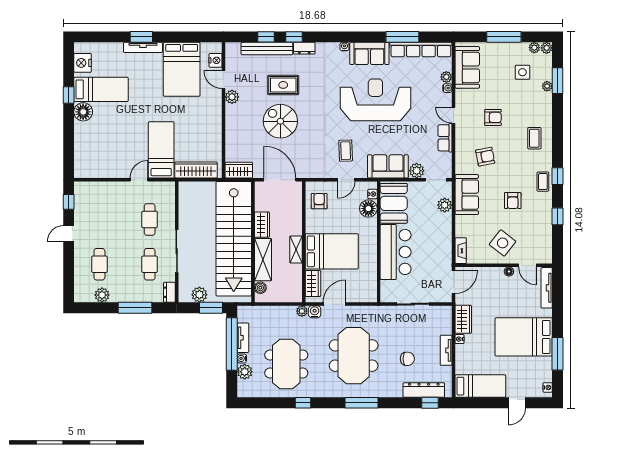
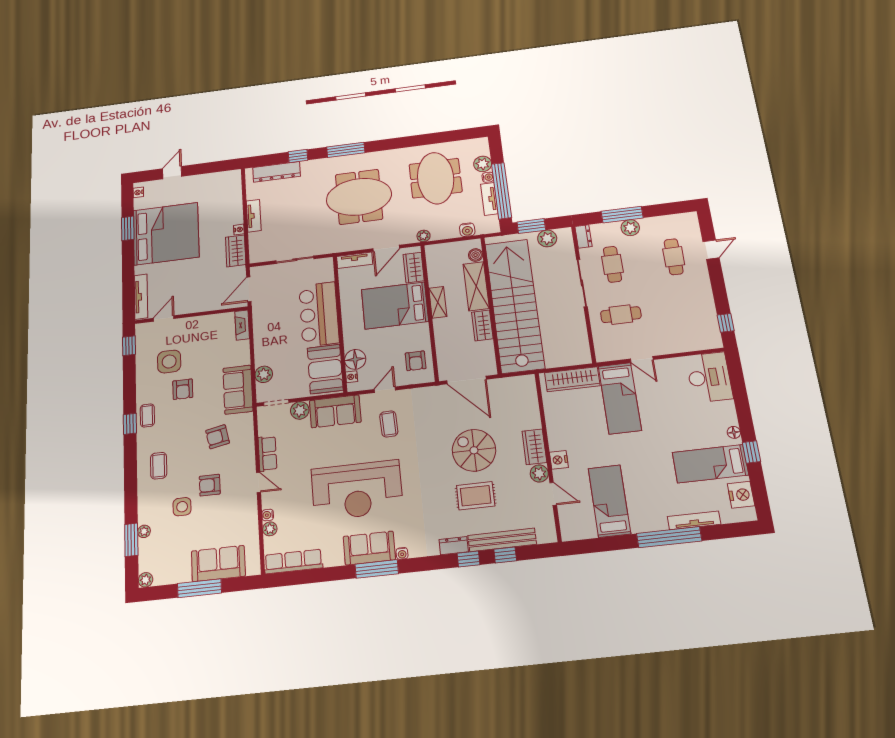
window: (141, 37) -> (669, 537), width x2.11
window: (402, 37) -> (377, 569), moved
tv unit: (143, 47) -> (694, 520), moved
plant: (534, 48) -> (161, 578), removed
row of seats: (421, 50) -> (293, 561), width x0.73
nightstand: (215, 60) -> (559, 460), moved
sofa: (467, 67) -> (218, 564), moved, turned 90
bed: (182, 69) -> (609, 501), width x0.67
side table: (522, 72) -> (182, 507), moved
floor lamp: (83, 112) -> (734, 432), width x0.53, depth x0.53
spiral stairs: (280, 121) -> (474, 450), turned 180
desk: (89, 158) -> (709, 377), added
wardrobe: (239, 170) -> (534, 447), moved, turned 90
door: (139, 180) -> (642, 359), hinge flipped
armchair: (513, 201) -> (183, 389), turned 180
window: (558, 216) -> (129, 346), moved
cafe table: (150, 220) -> (621, 315), turned 90
door: (69, 234) -> (711, 250), moved
side table: (503, 243) -> (169, 362), moved, turned -38
door: (527, 265) -> (164, 318), hinge flipped
floor lamp: (509, 271) -> (185, 309), removed
plant: (102, 295) -> (630, 228), moved
tv unit: (362, 297) -> (355, 260), added
water cooler: (315, 312) -> (467, 230), moved
bed: (524, 337) -> (166, 234), width x1.36
window: (558, 354) -> (128, 228), width x0.69
meeting table: (354, 356) -> (359, 197), turned 90
chair: (407, 359) -> (297, 201), removed
bed: (480, 386) -> (213, 184), removed
window: (303, 403) -> (412, 141), removed
window: (430, 403) -> (298, 156), moved

